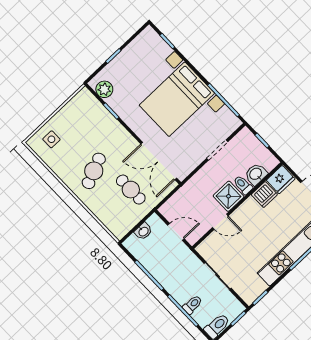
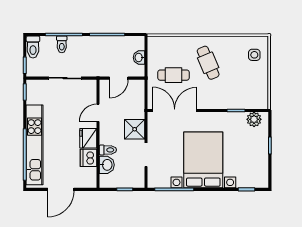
fridge: (281, 180) -> (88, 138), moved
shower: (228, 196) -> (135, 129), moved

